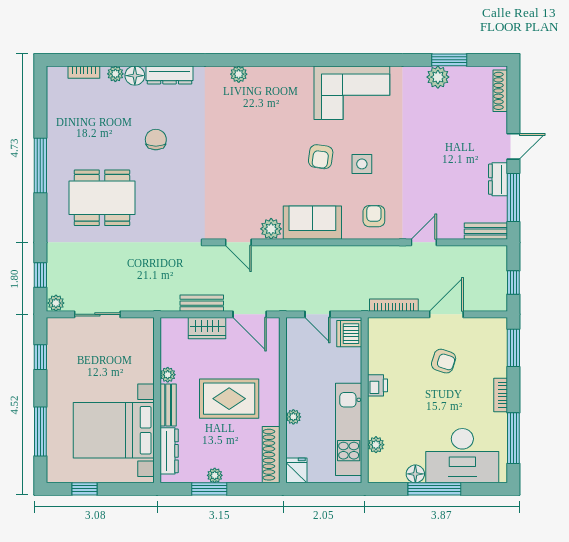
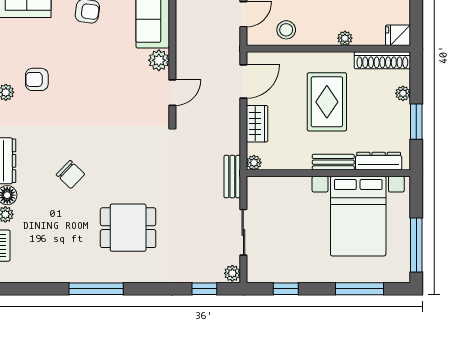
armchair: (252, 106) -> (37, 79), added
chair: (156, 140) -> (70, 174), turned -136
dining table: (102, 198) -> (128, 228), width x0.73
bench: (202, 303) -> (232, 177), moved
stool: (302, 357) -> (286, 30), added
plant: (168, 375) -> (254, 163), moved
plant: (215, 475) -> (403, 93), moved
window: (84, 489) -> (416, 245), width x2.17

